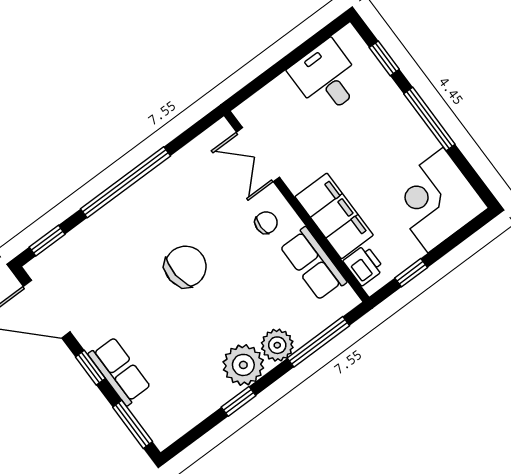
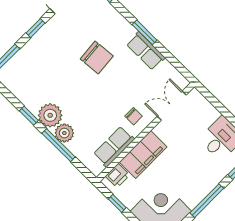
window: (126, 182) -> (145, 32), width x0.47
chair: (185, 267) -> (97, 57), moved
window: (318, 342) -> (59, 145), moved
row of seats: (120, 371) -> (146, 51), moved, turned 90

